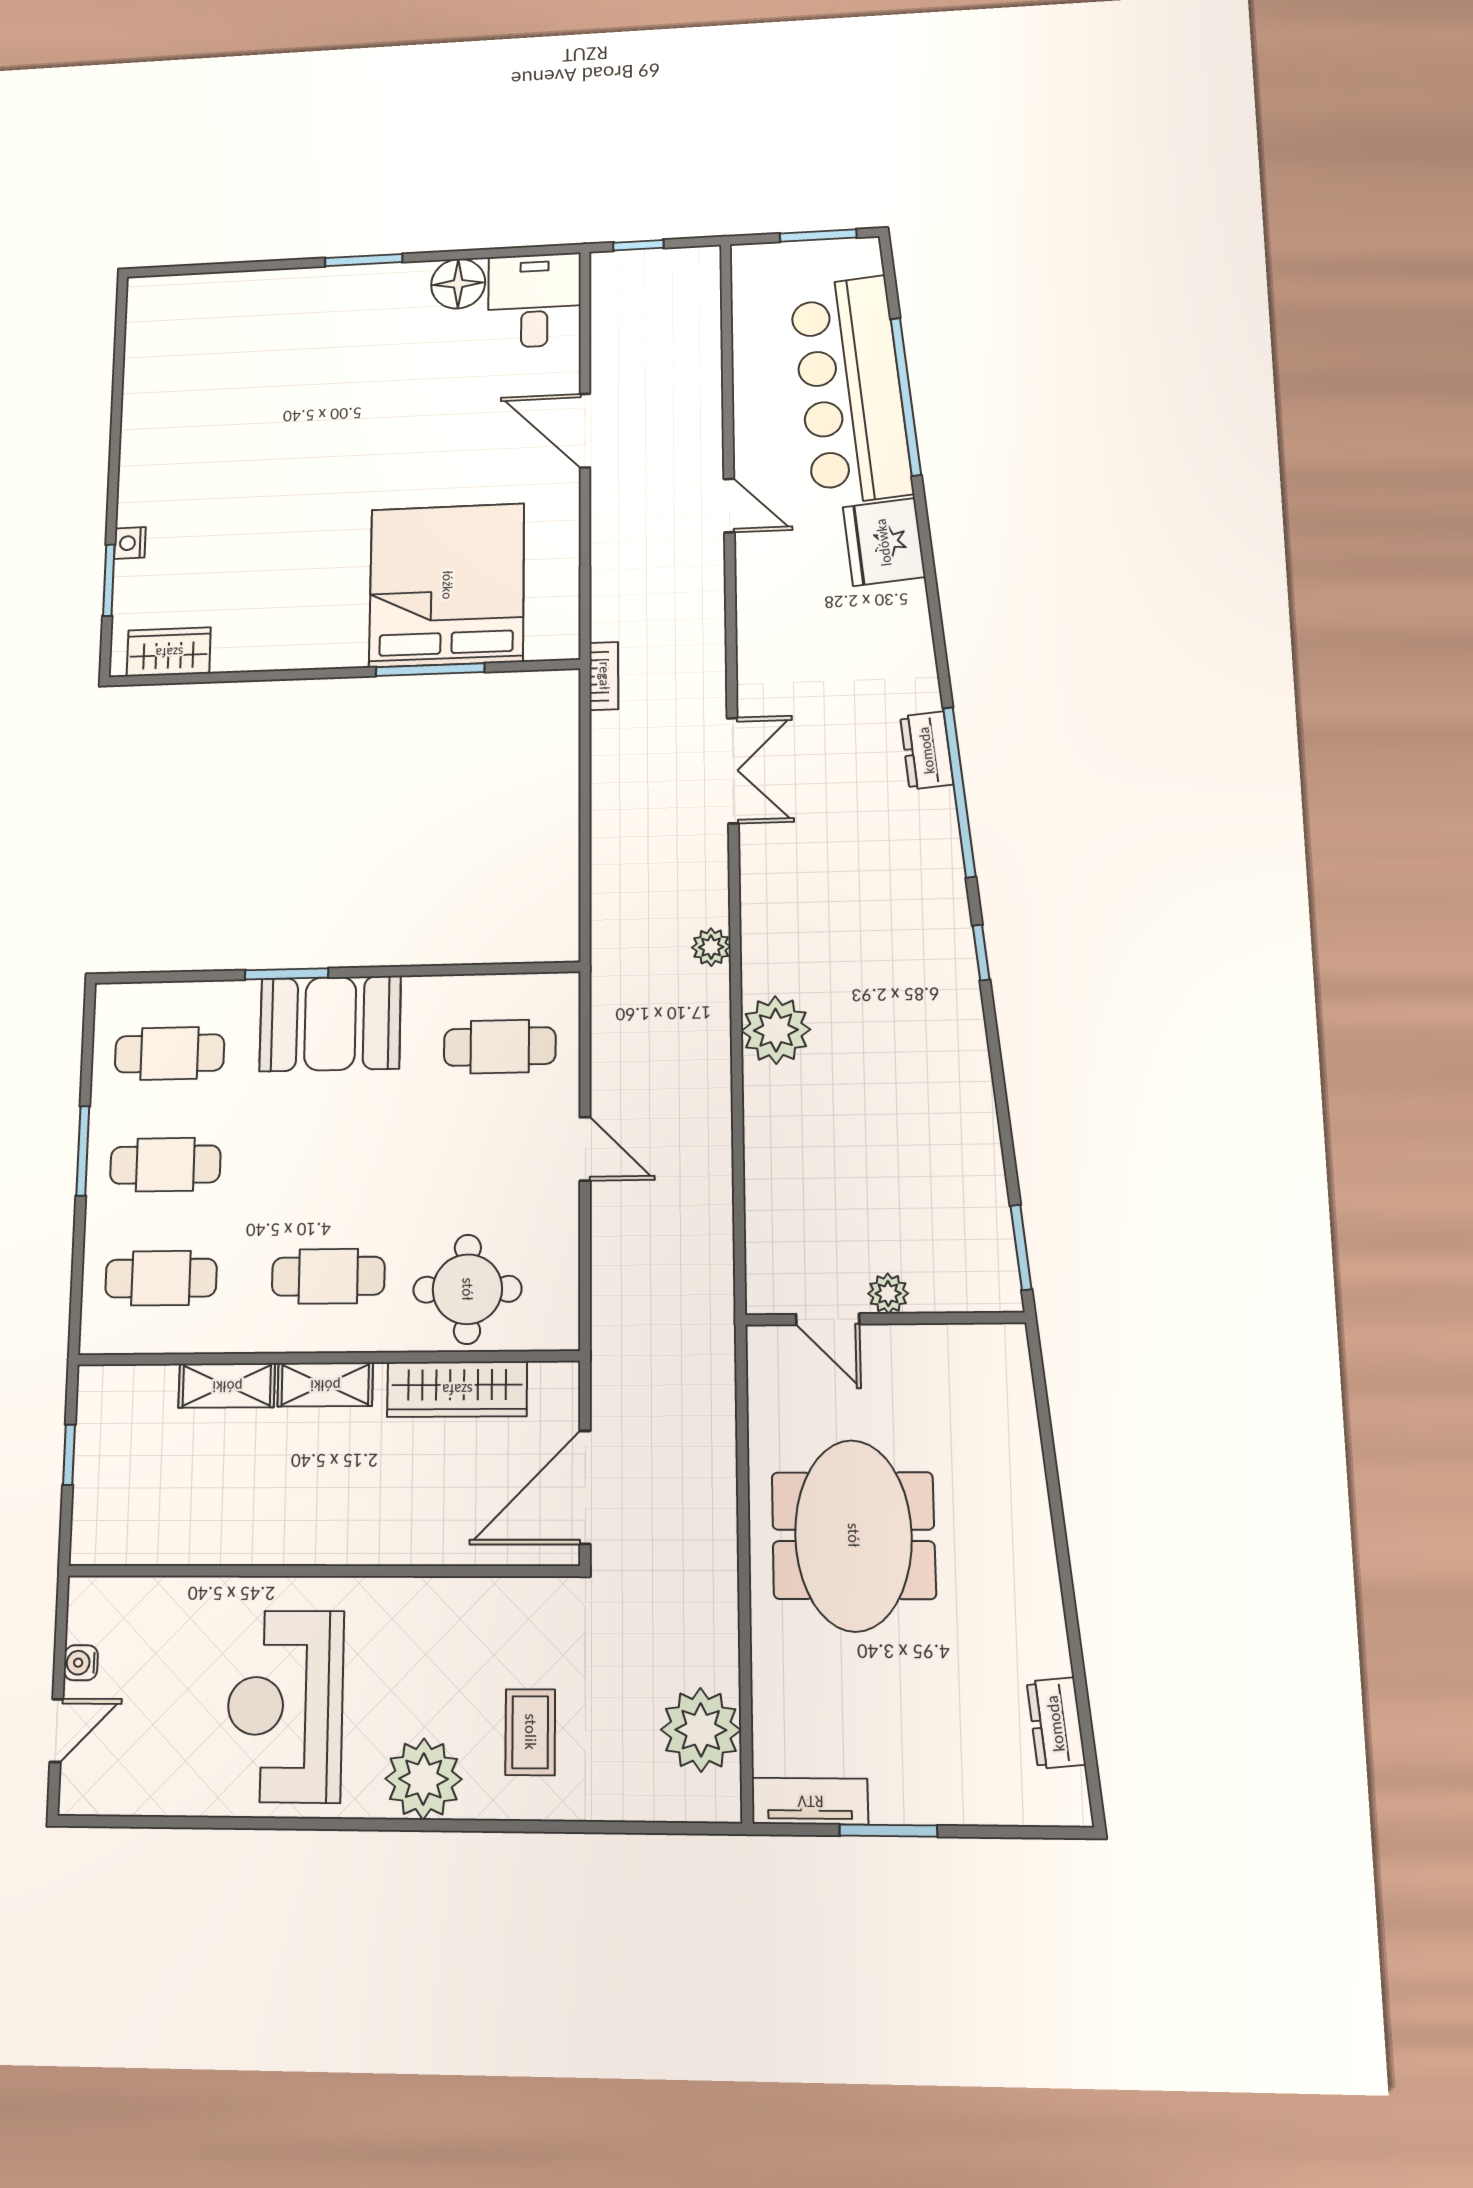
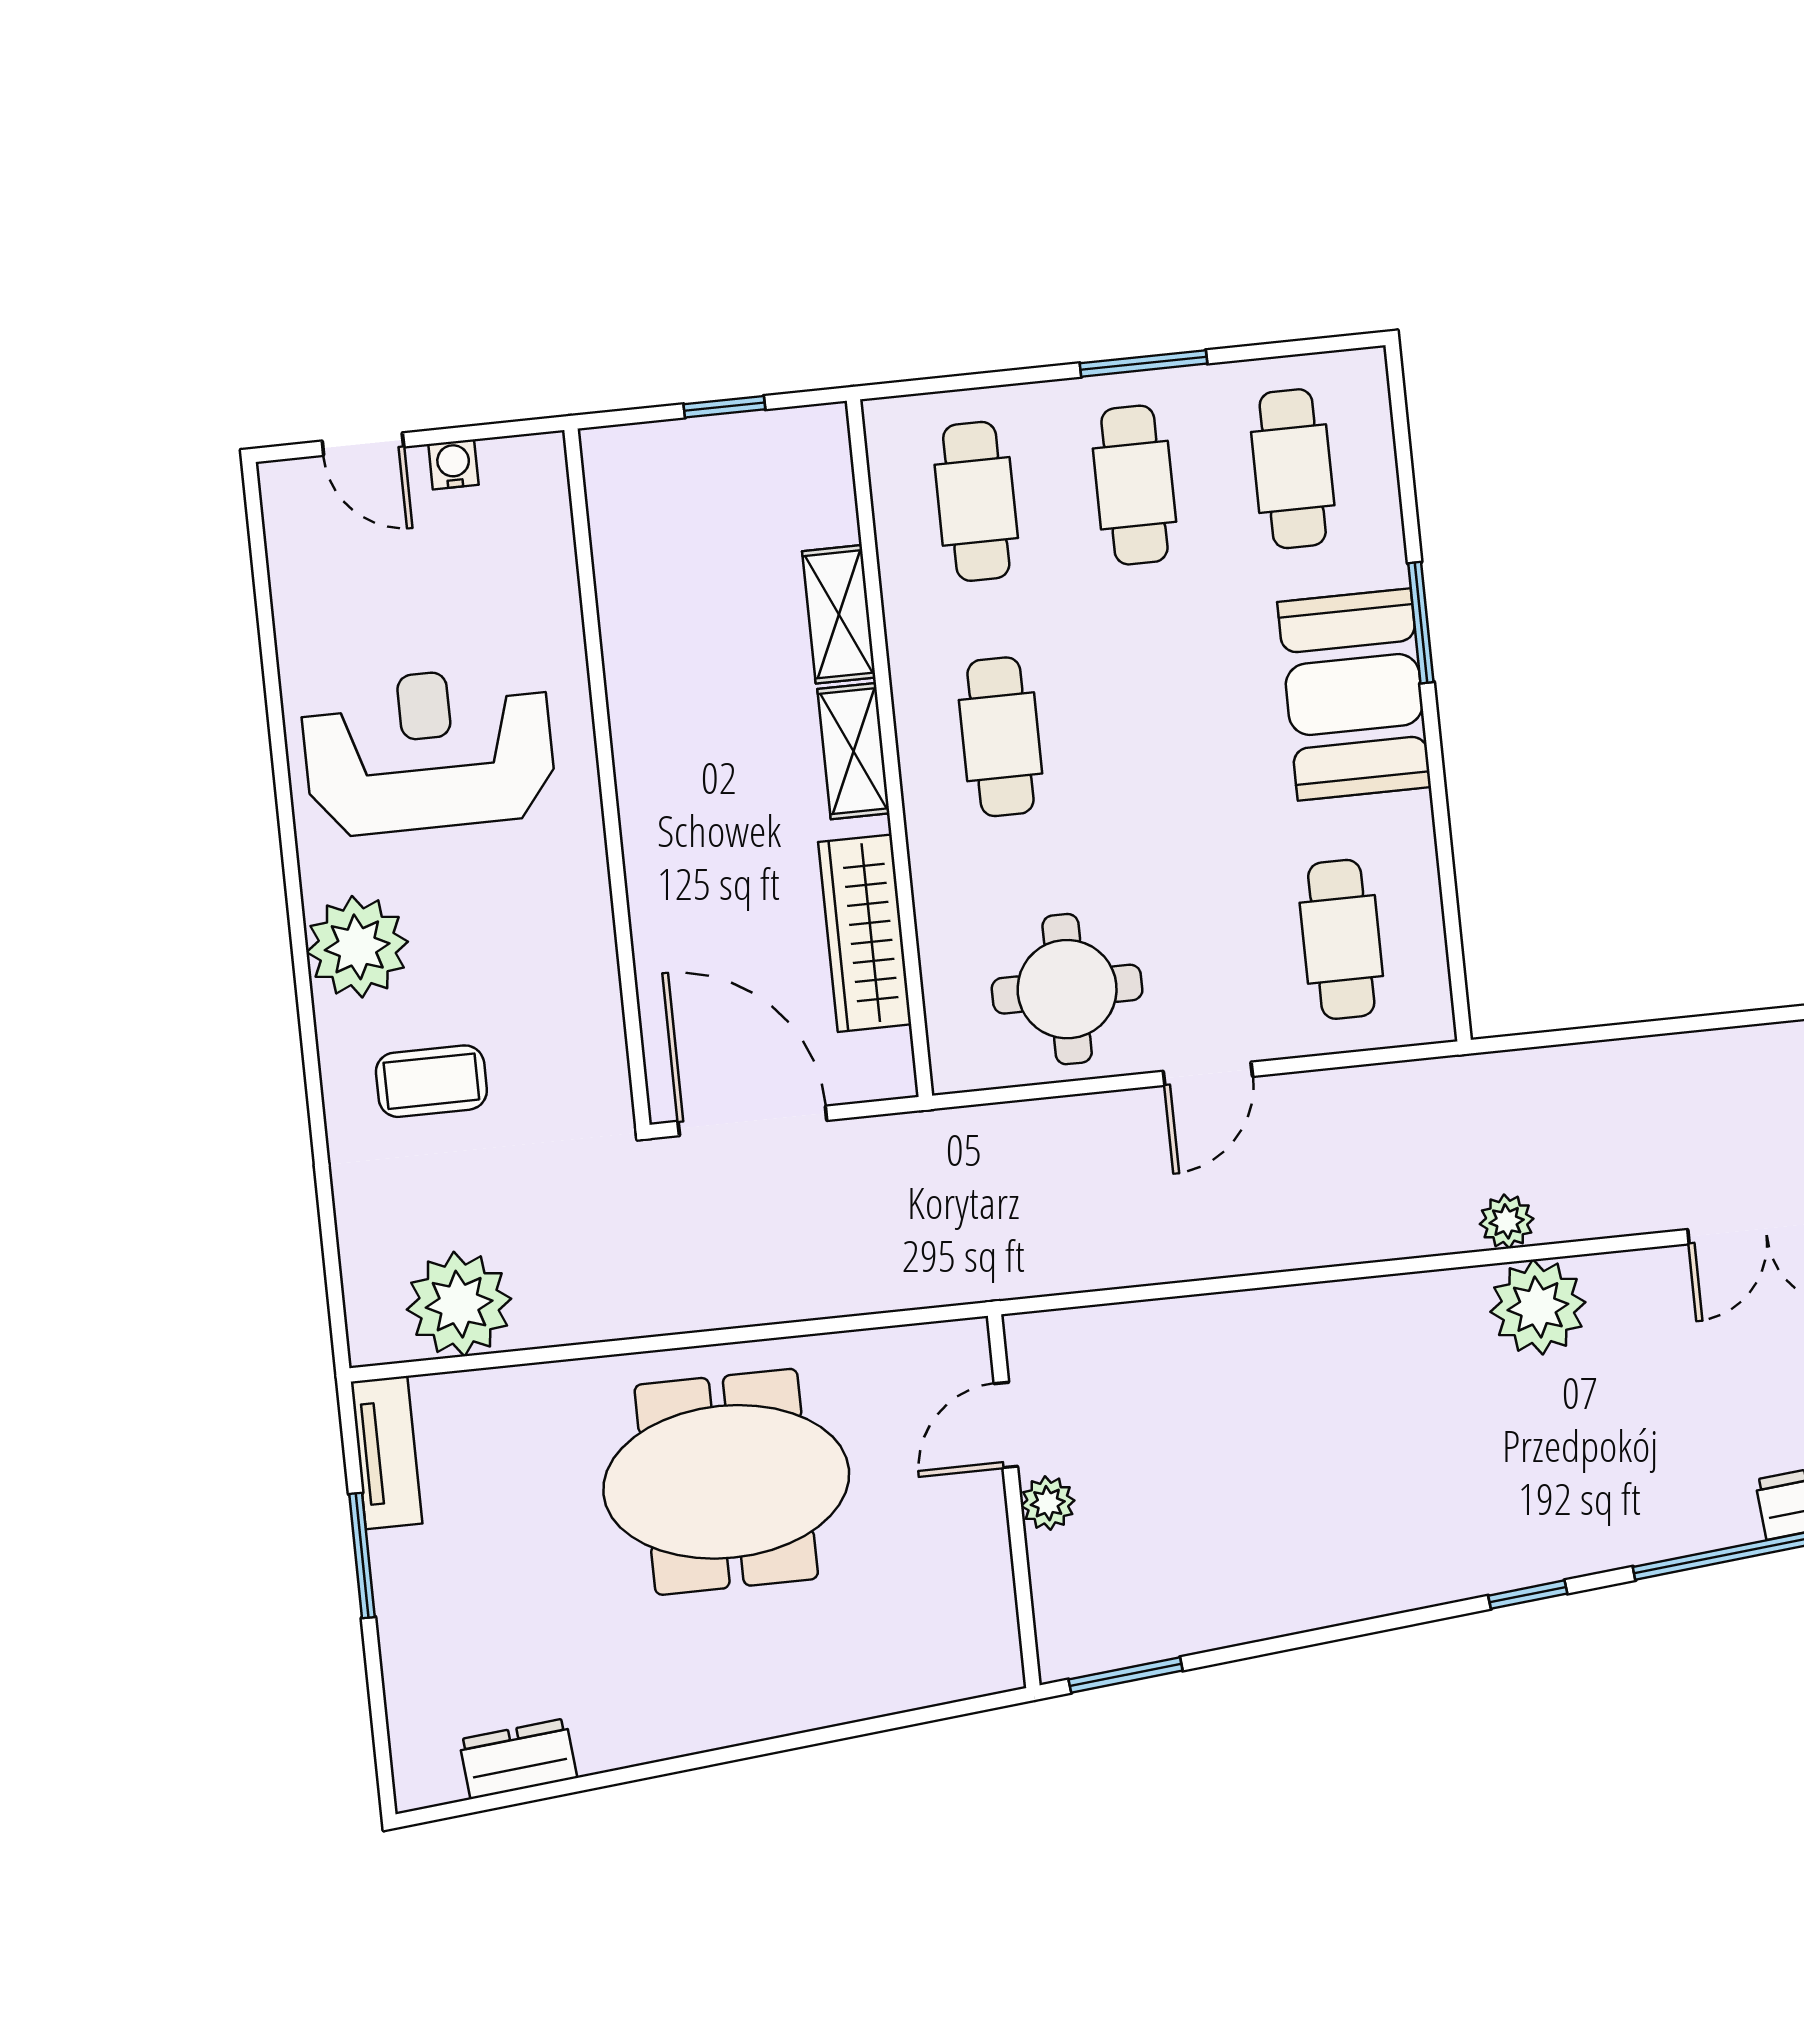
plant: (776, 1030) -> (1538, 1307), moved
round table: (467, 1289) -> (1067, 989), moved

